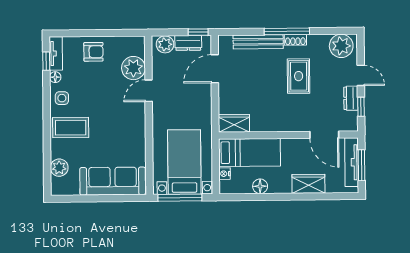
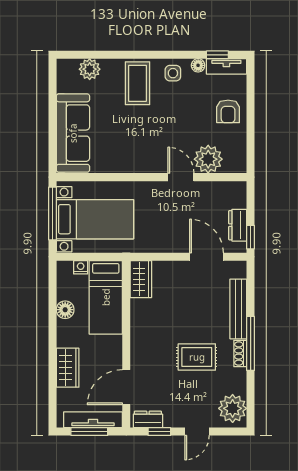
plant: (165, 44) -> (236, 197), removed
dresser: (351, 98) -> (148, 419), moved

